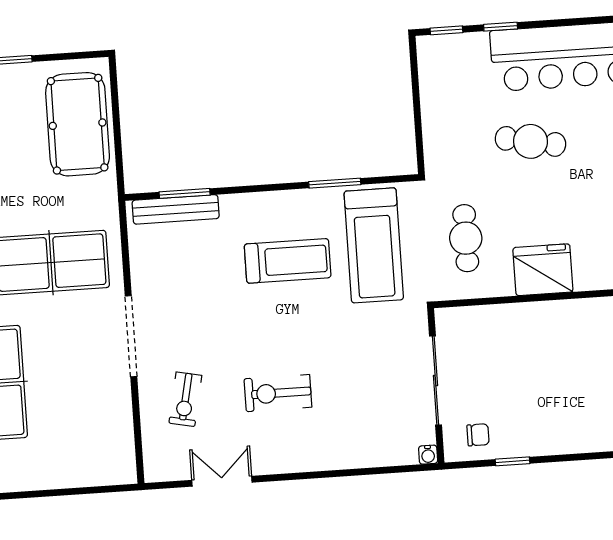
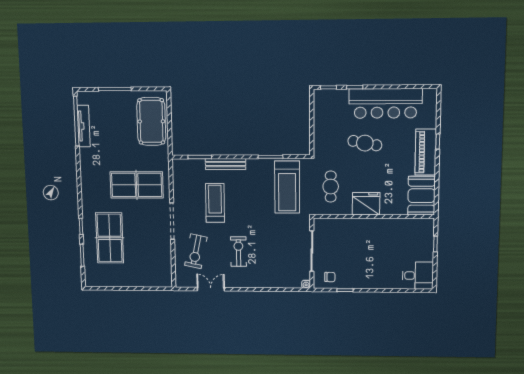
bench: (176, 209) -> (226, 164), moved
treadmill: (288, 261) -> (215, 203), moved, turned -90
exercise bike: (278, 393) -> (238, 252), turned 90
exercise bike: (185, 399) -> (196, 251), width x1.38, depth x1.39

